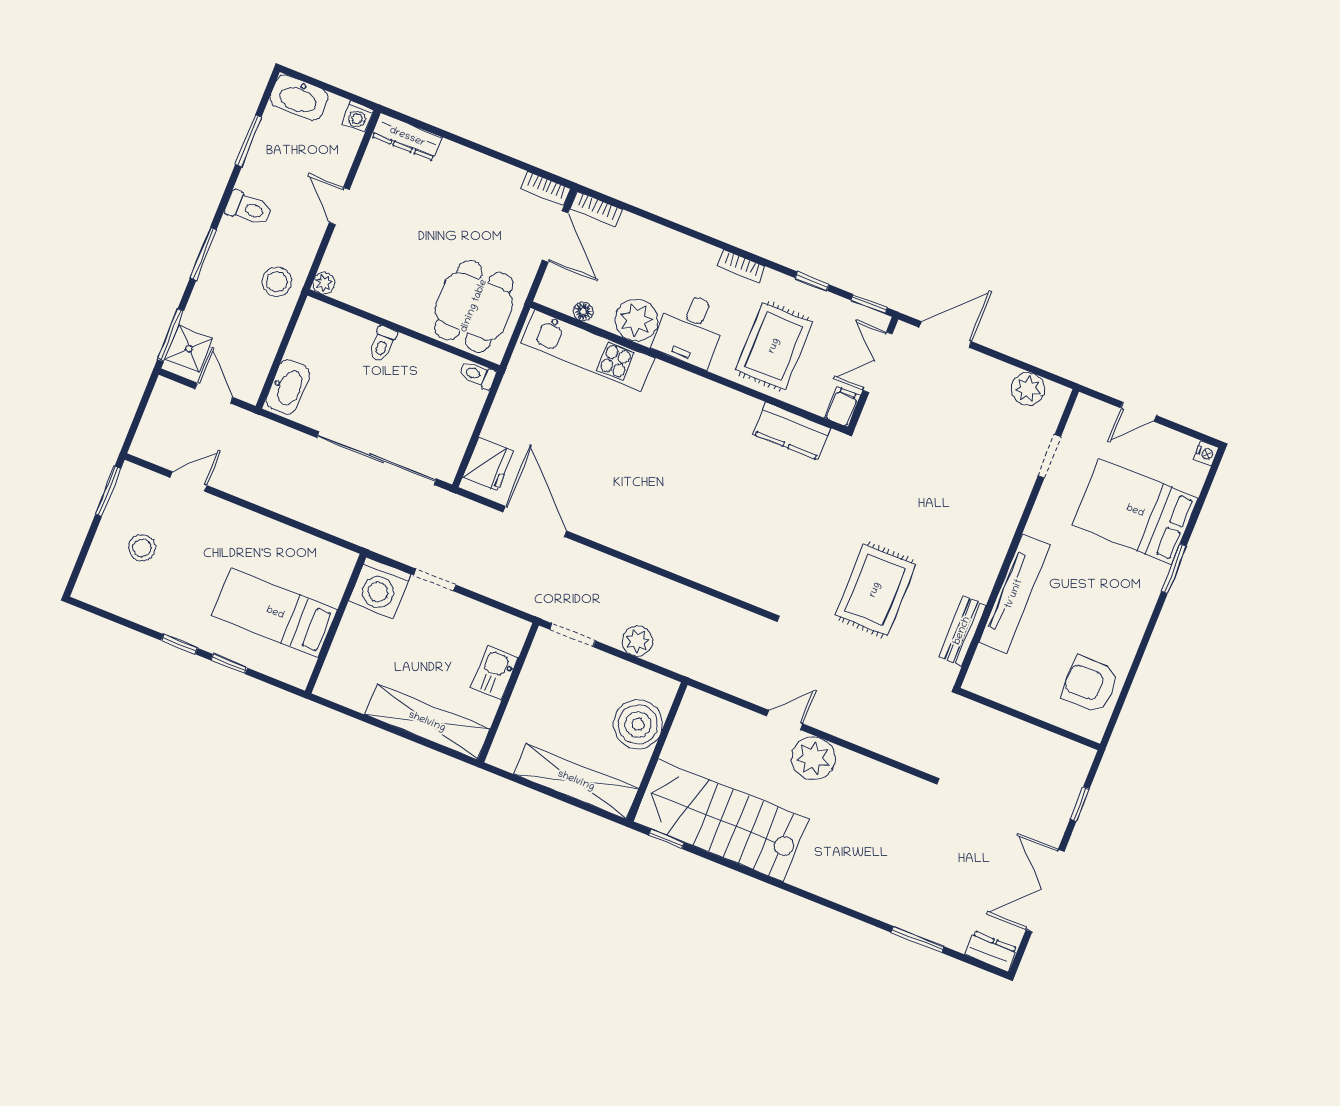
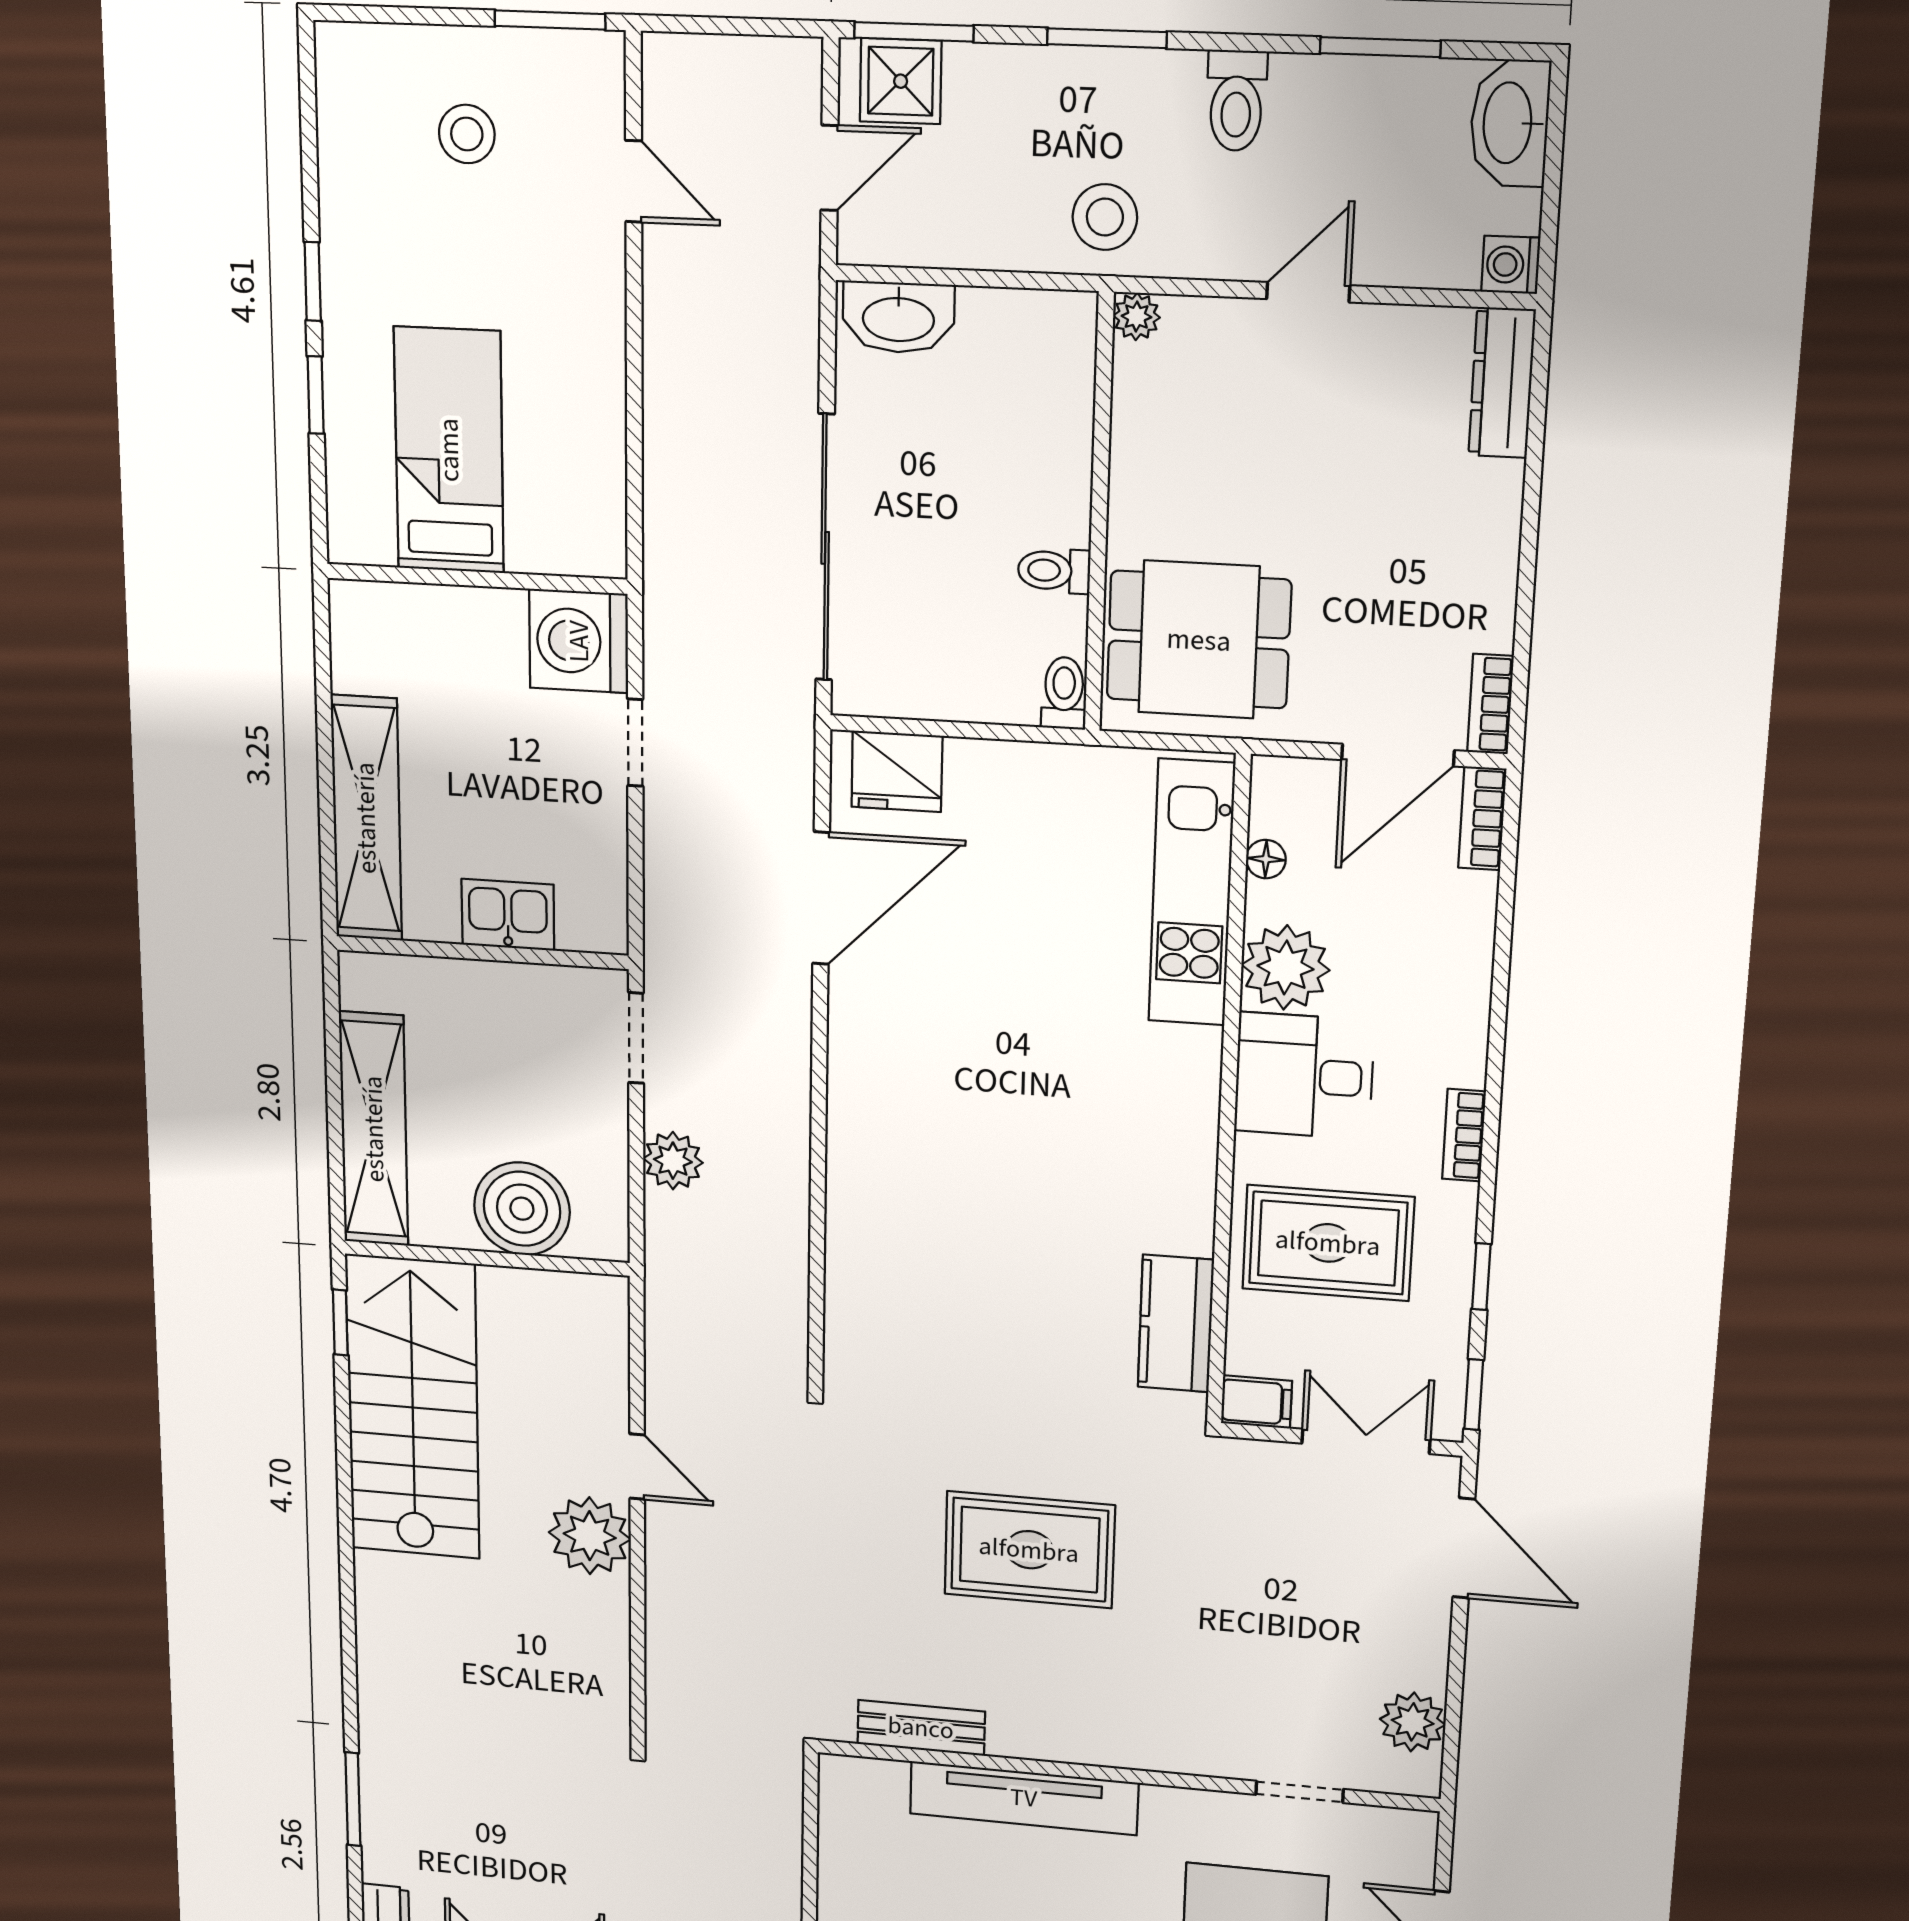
toilet: (383, 344) -> (1054, 571), moved
rug: (875, 590) -> (1029, 1550), moved

